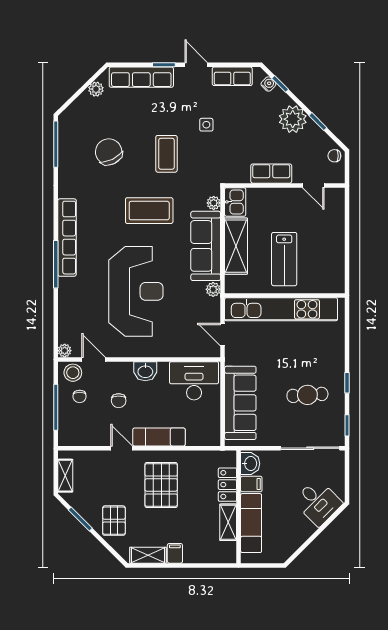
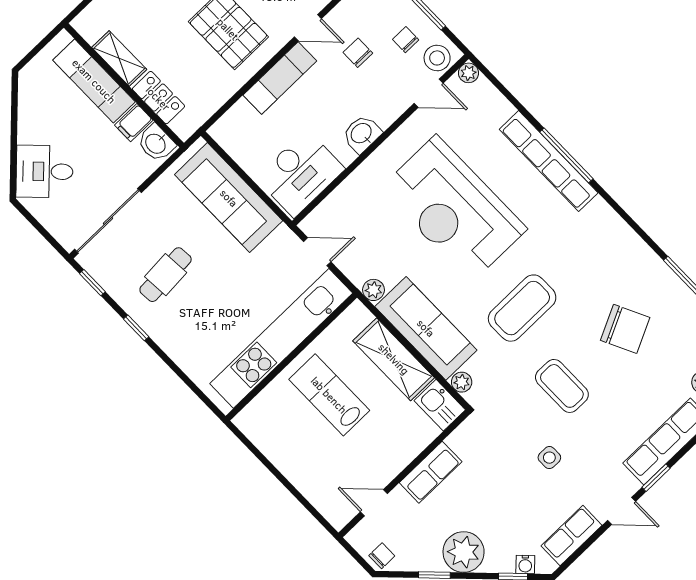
row of seats: (67, 238) -> (549, 161), moved
chair: (119, 401) -> (358, 53), moved

